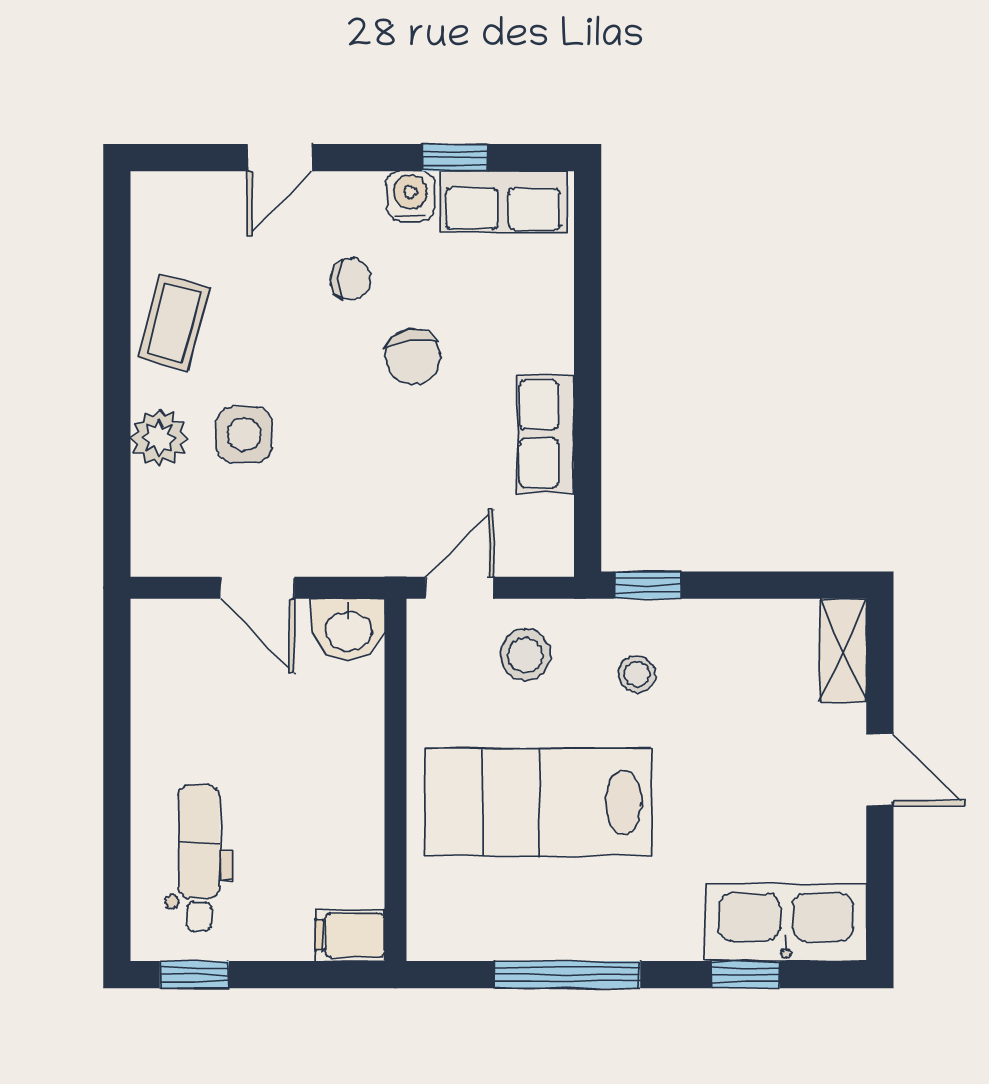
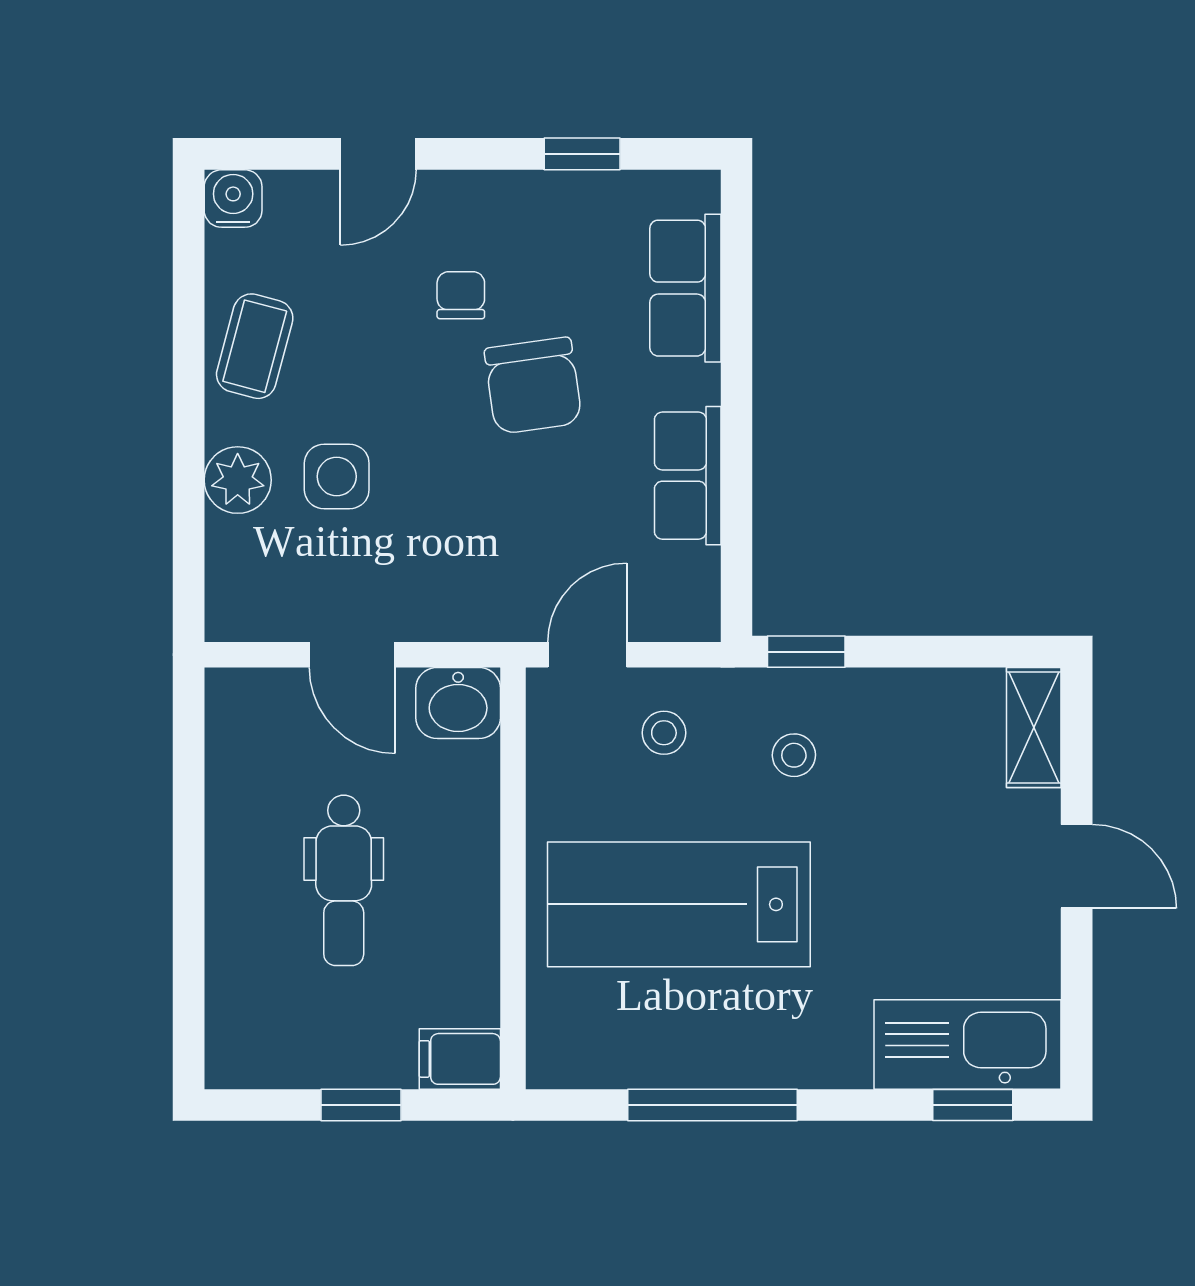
water cooler: (410, 196) -> (233, 199), moved
row of seats: (503, 202) -> (685, 288), moved, turned 90
chair: (351, 279) -> (461, 295), turned -90
chair: (413, 357) -> (533, 386), width x1.37, depth x1.37
stool: (525, 655) -> (664, 733), width x0.73, depth x0.73
dental chair: (199, 858) -> (344, 880), moved, turned 180
window: (194, 975) -> (361, 1105), moved
window: (746, 975) -> (973, 1105), moved

